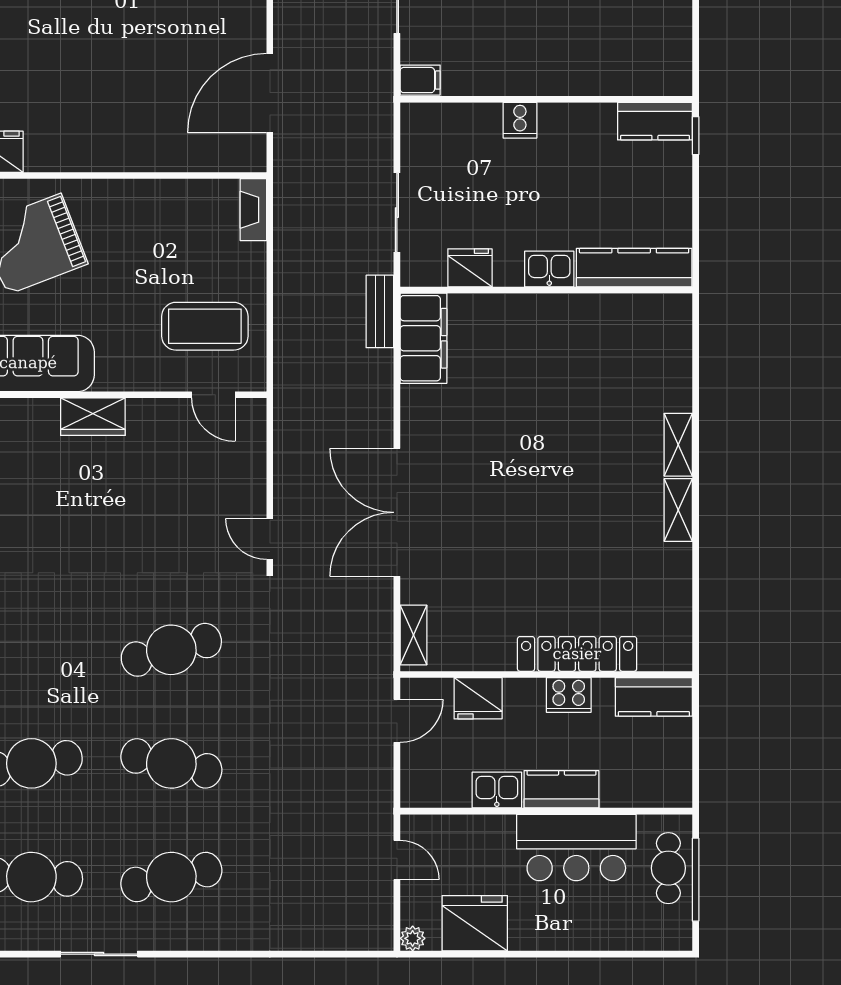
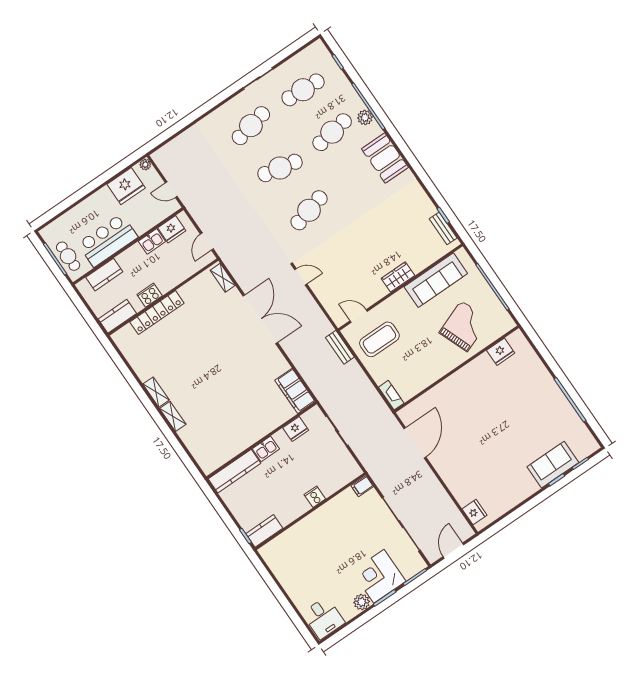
bench: (380, 311) -> (340, 347), moved
fridge: (478, 698) -> (172, 229), moved, turned 180
kitchen counter: (561, 789) -> (104, 275), moved

